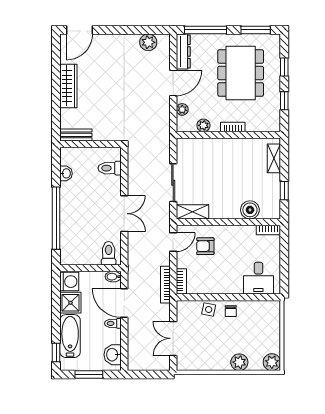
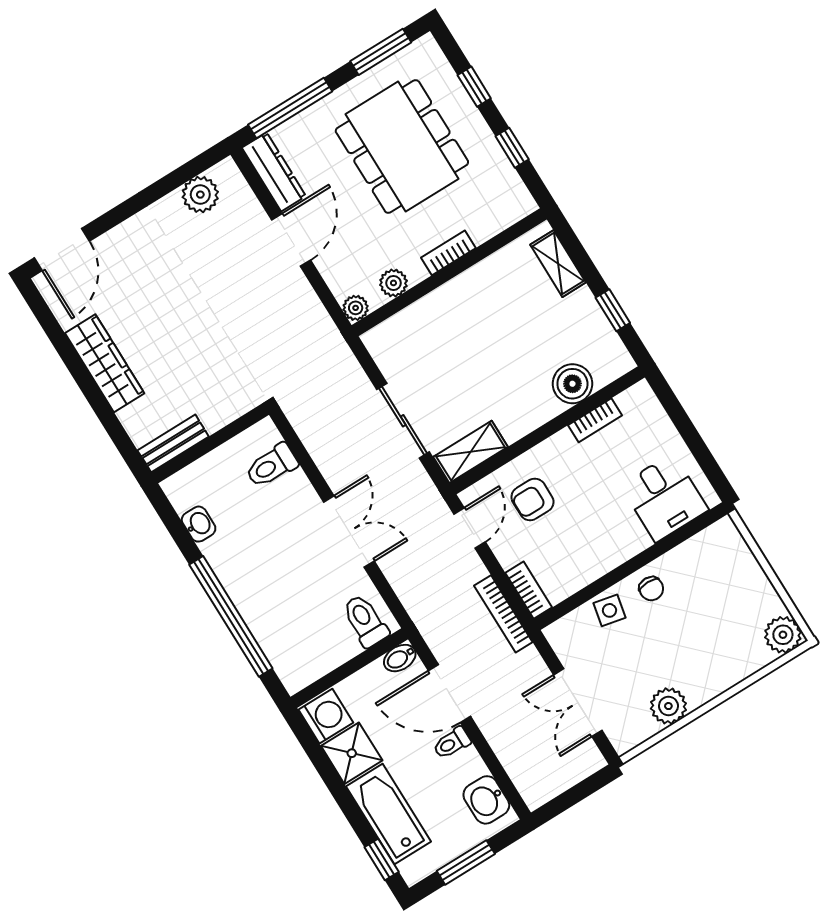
plant: (182, 109) -> (356, 308), moved
bookcase: (268, 230) -> (595, 420), moved
plant: (239, 362) -> (668, 706), moved

